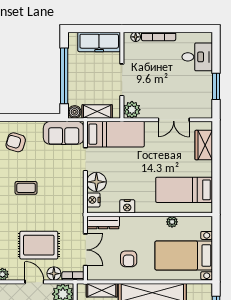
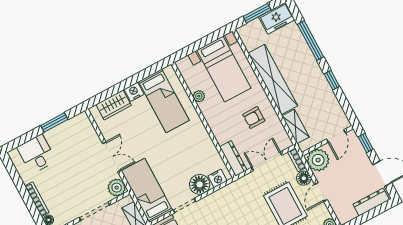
double door: (174, 120) -> (112, 157), moved
nightstand: (127, 206) -> (134, 92), moved, turned -90
armchair: (129, 259) -> (254, 118), turned 180

